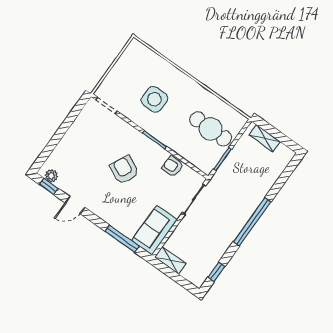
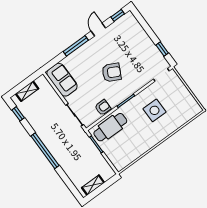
window: (73, 115) -> (162, 49), added
cafe table: (211, 129) -> (110, 127), moved
shelving: (265, 138) -> (93, 185), moved
plant: (51, 176) -> (124, 20), removed
window: (122, 239) -> (76, 46), moved
shelving: (170, 260) -> (27, 91), moved

